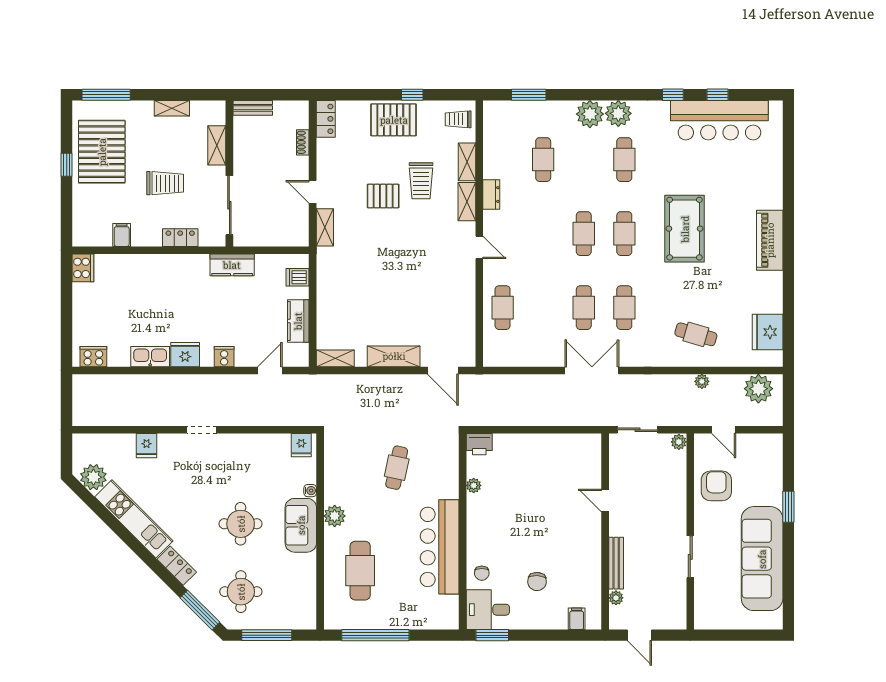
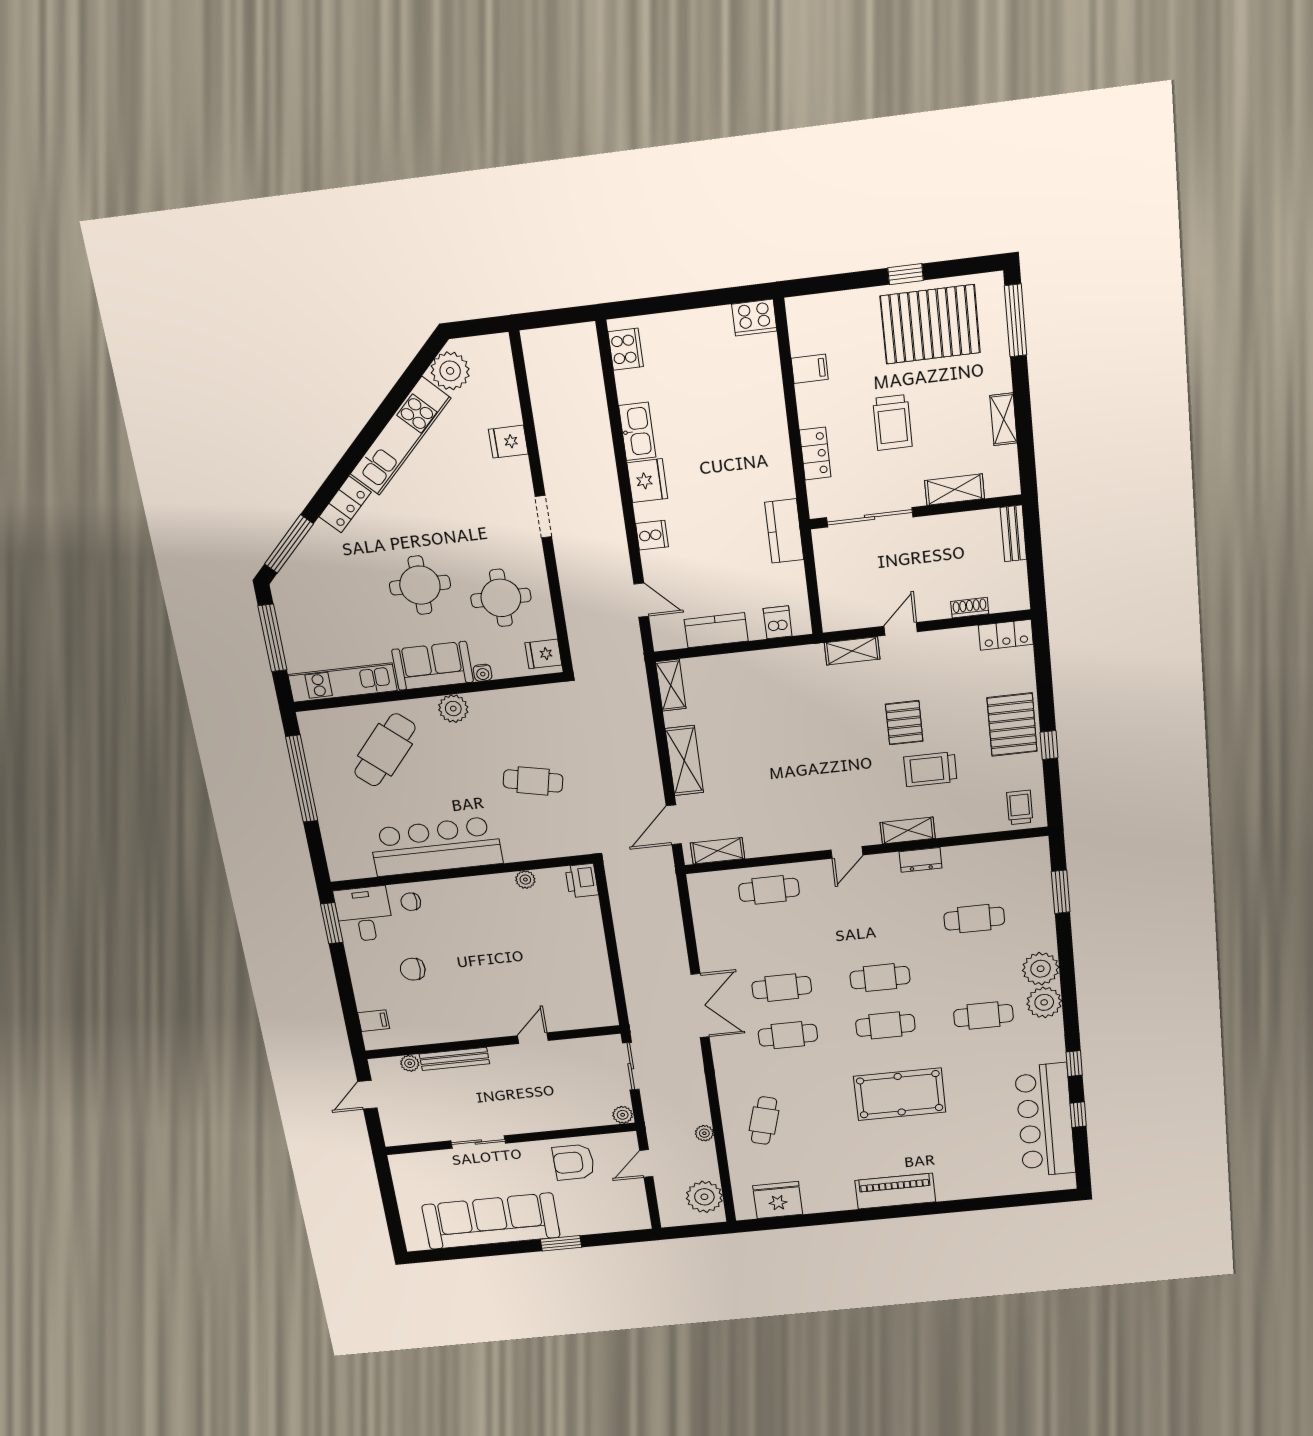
shelving: (467, 162) -> (718, 851), moved
armchair: (716, 486) -> (574, 1162), turned 180
cafe table: (360, 571) -> (385, 750), turned -49
round table: (241, 592) -> (501, 598), moved
kitchen unit: (306, 592) -> (343, 683), added

